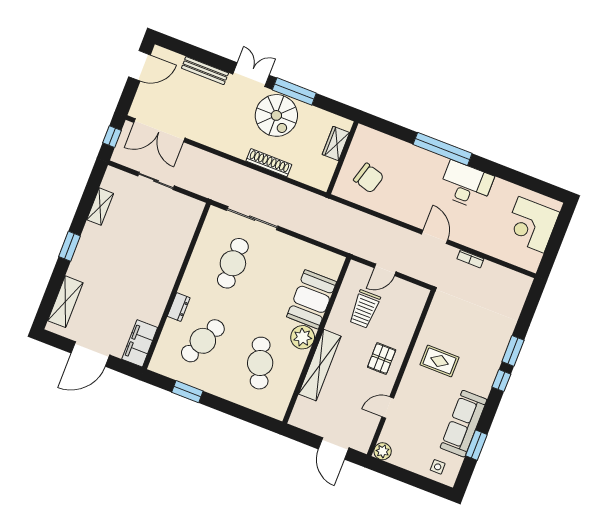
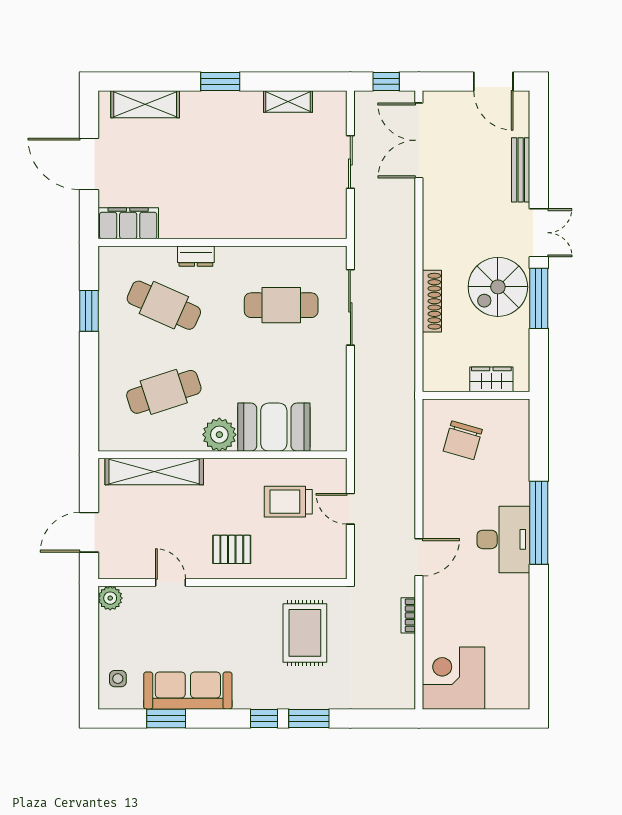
desk: (466, 185) -> (503, 539), moved
corner desk: (531, 225) -> (453, 678), moved
rug: (439, 361) -> (305, 633), moved, width x1.36, depth x1.43
shelving: (320, 365) -> (154, 472), moved

